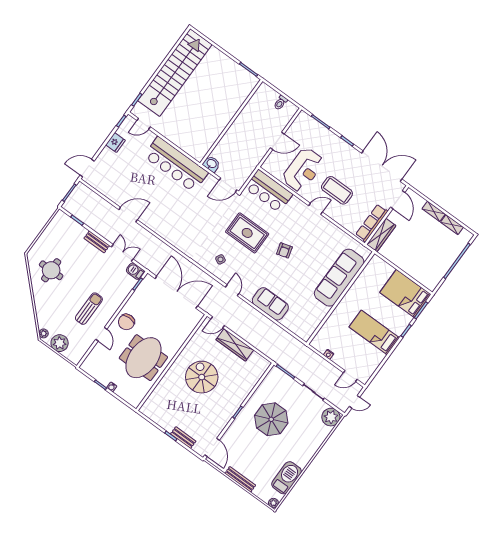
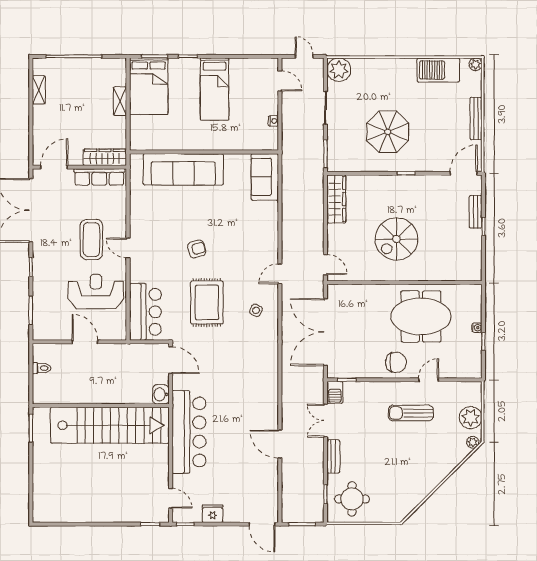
stairs: (175, 73) -> (110, 425), moved, turned 180
shelving: (434, 211) -> (120, 101), moved
round table: (51, 270) -> (352, 499), moved
sofa: (270, 304) -> (265, 177), moved
wardrobe: (235, 345) -> (336, 199), moved

